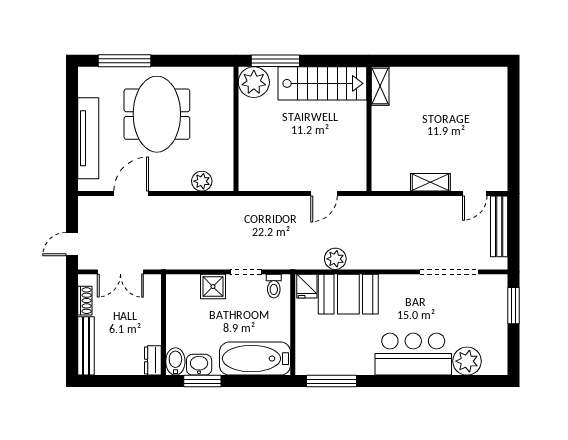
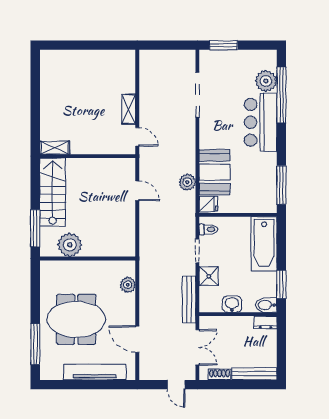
plant: (254, 82) -> (70, 245), moved
door: (475, 194) -> (137, 137), moved
bench: (499, 226) -> (189, 299), moved, turned 90
washbasin: (199, 365) -> (232, 304), moved, turned 90
window: (449, 381) -> (281, 95), added

